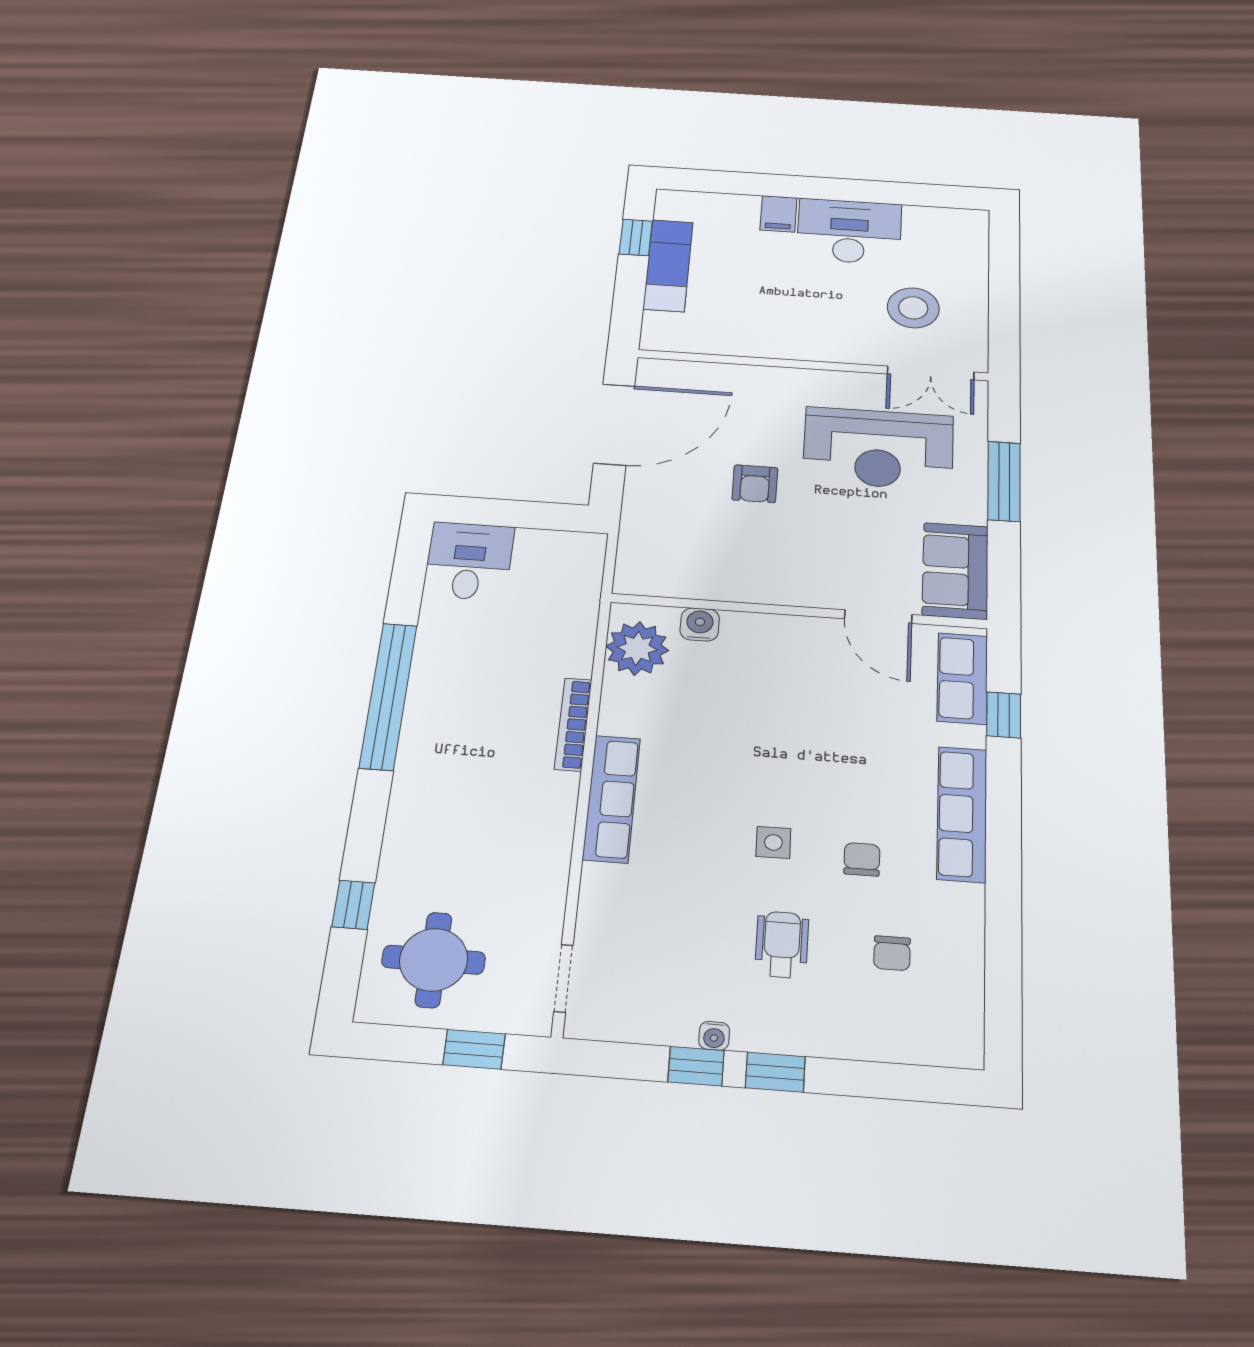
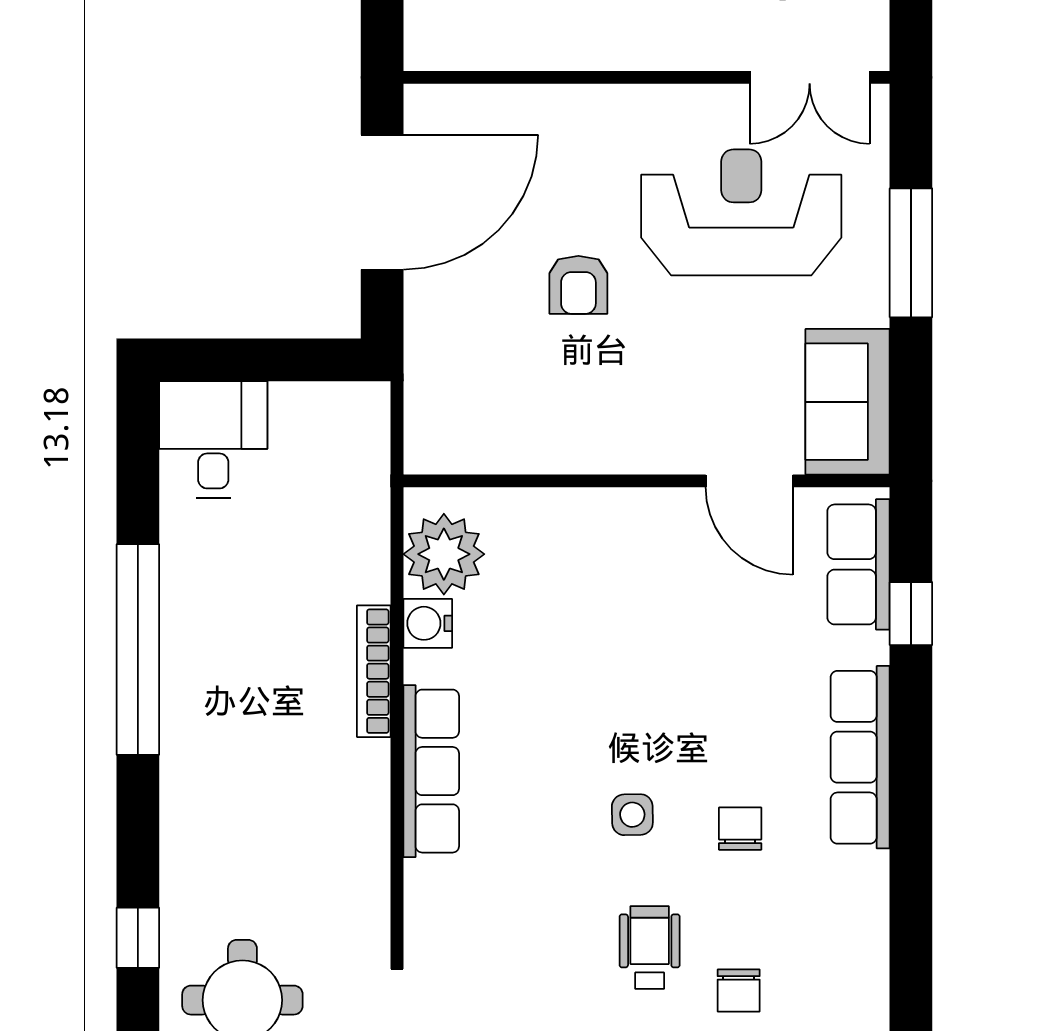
reception desk: (878, 448) -> (741, 212), turned 180
water cooler: (700, 624) -> (428, 623), moved, turned -90
chair: (892, 953) -> (739, 991), moved

